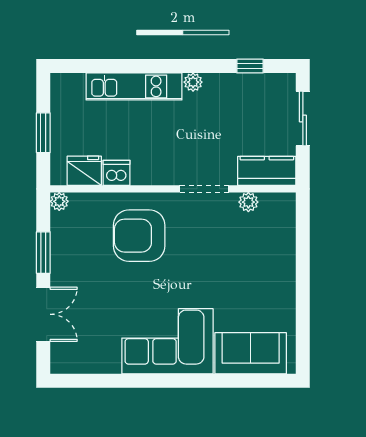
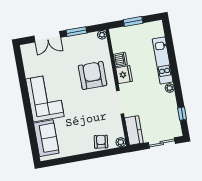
fridge: (84, 171) -> (124, 75), moved
plant: (248, 202) -> (121, 142), moved
armchair: (278, 243) -> (101, 142), added

